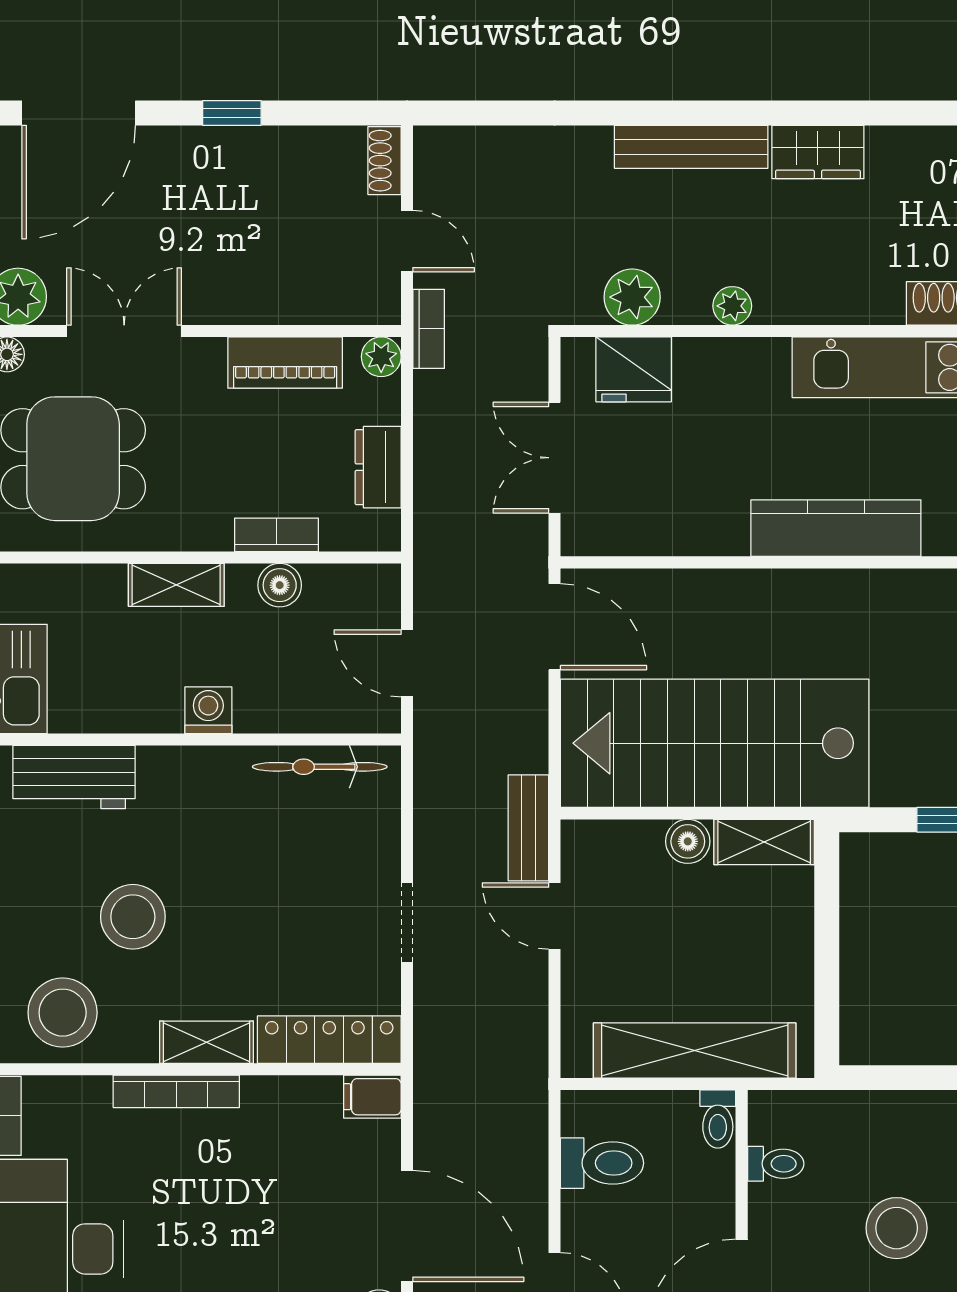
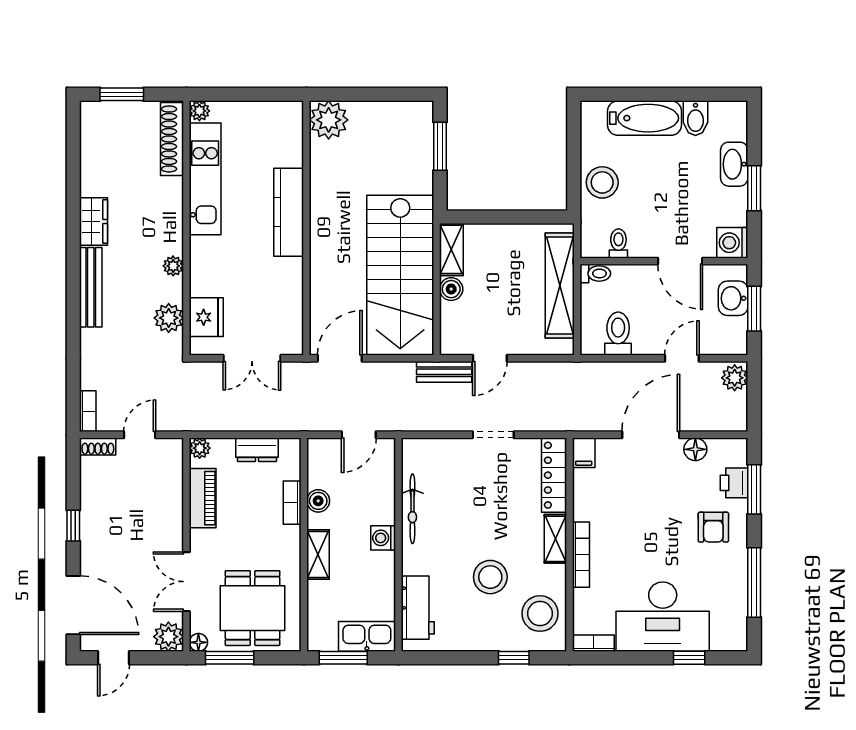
bookcase: (429, 329) -> (88, 411), moved, turned 90
bicycle: (320, 767) -> (412, 509), moved
stool: (897, 1228) -> (602, 182), moved

